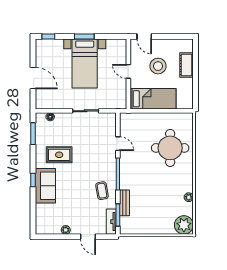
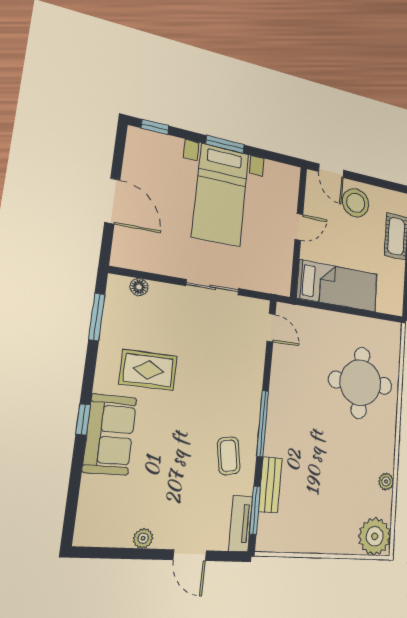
stool: (158, 66) -> (356, 203), moved
door: (128, 71) -> (299, 227), swing flipped
door: (118, 144) -> (271, 328), moved

